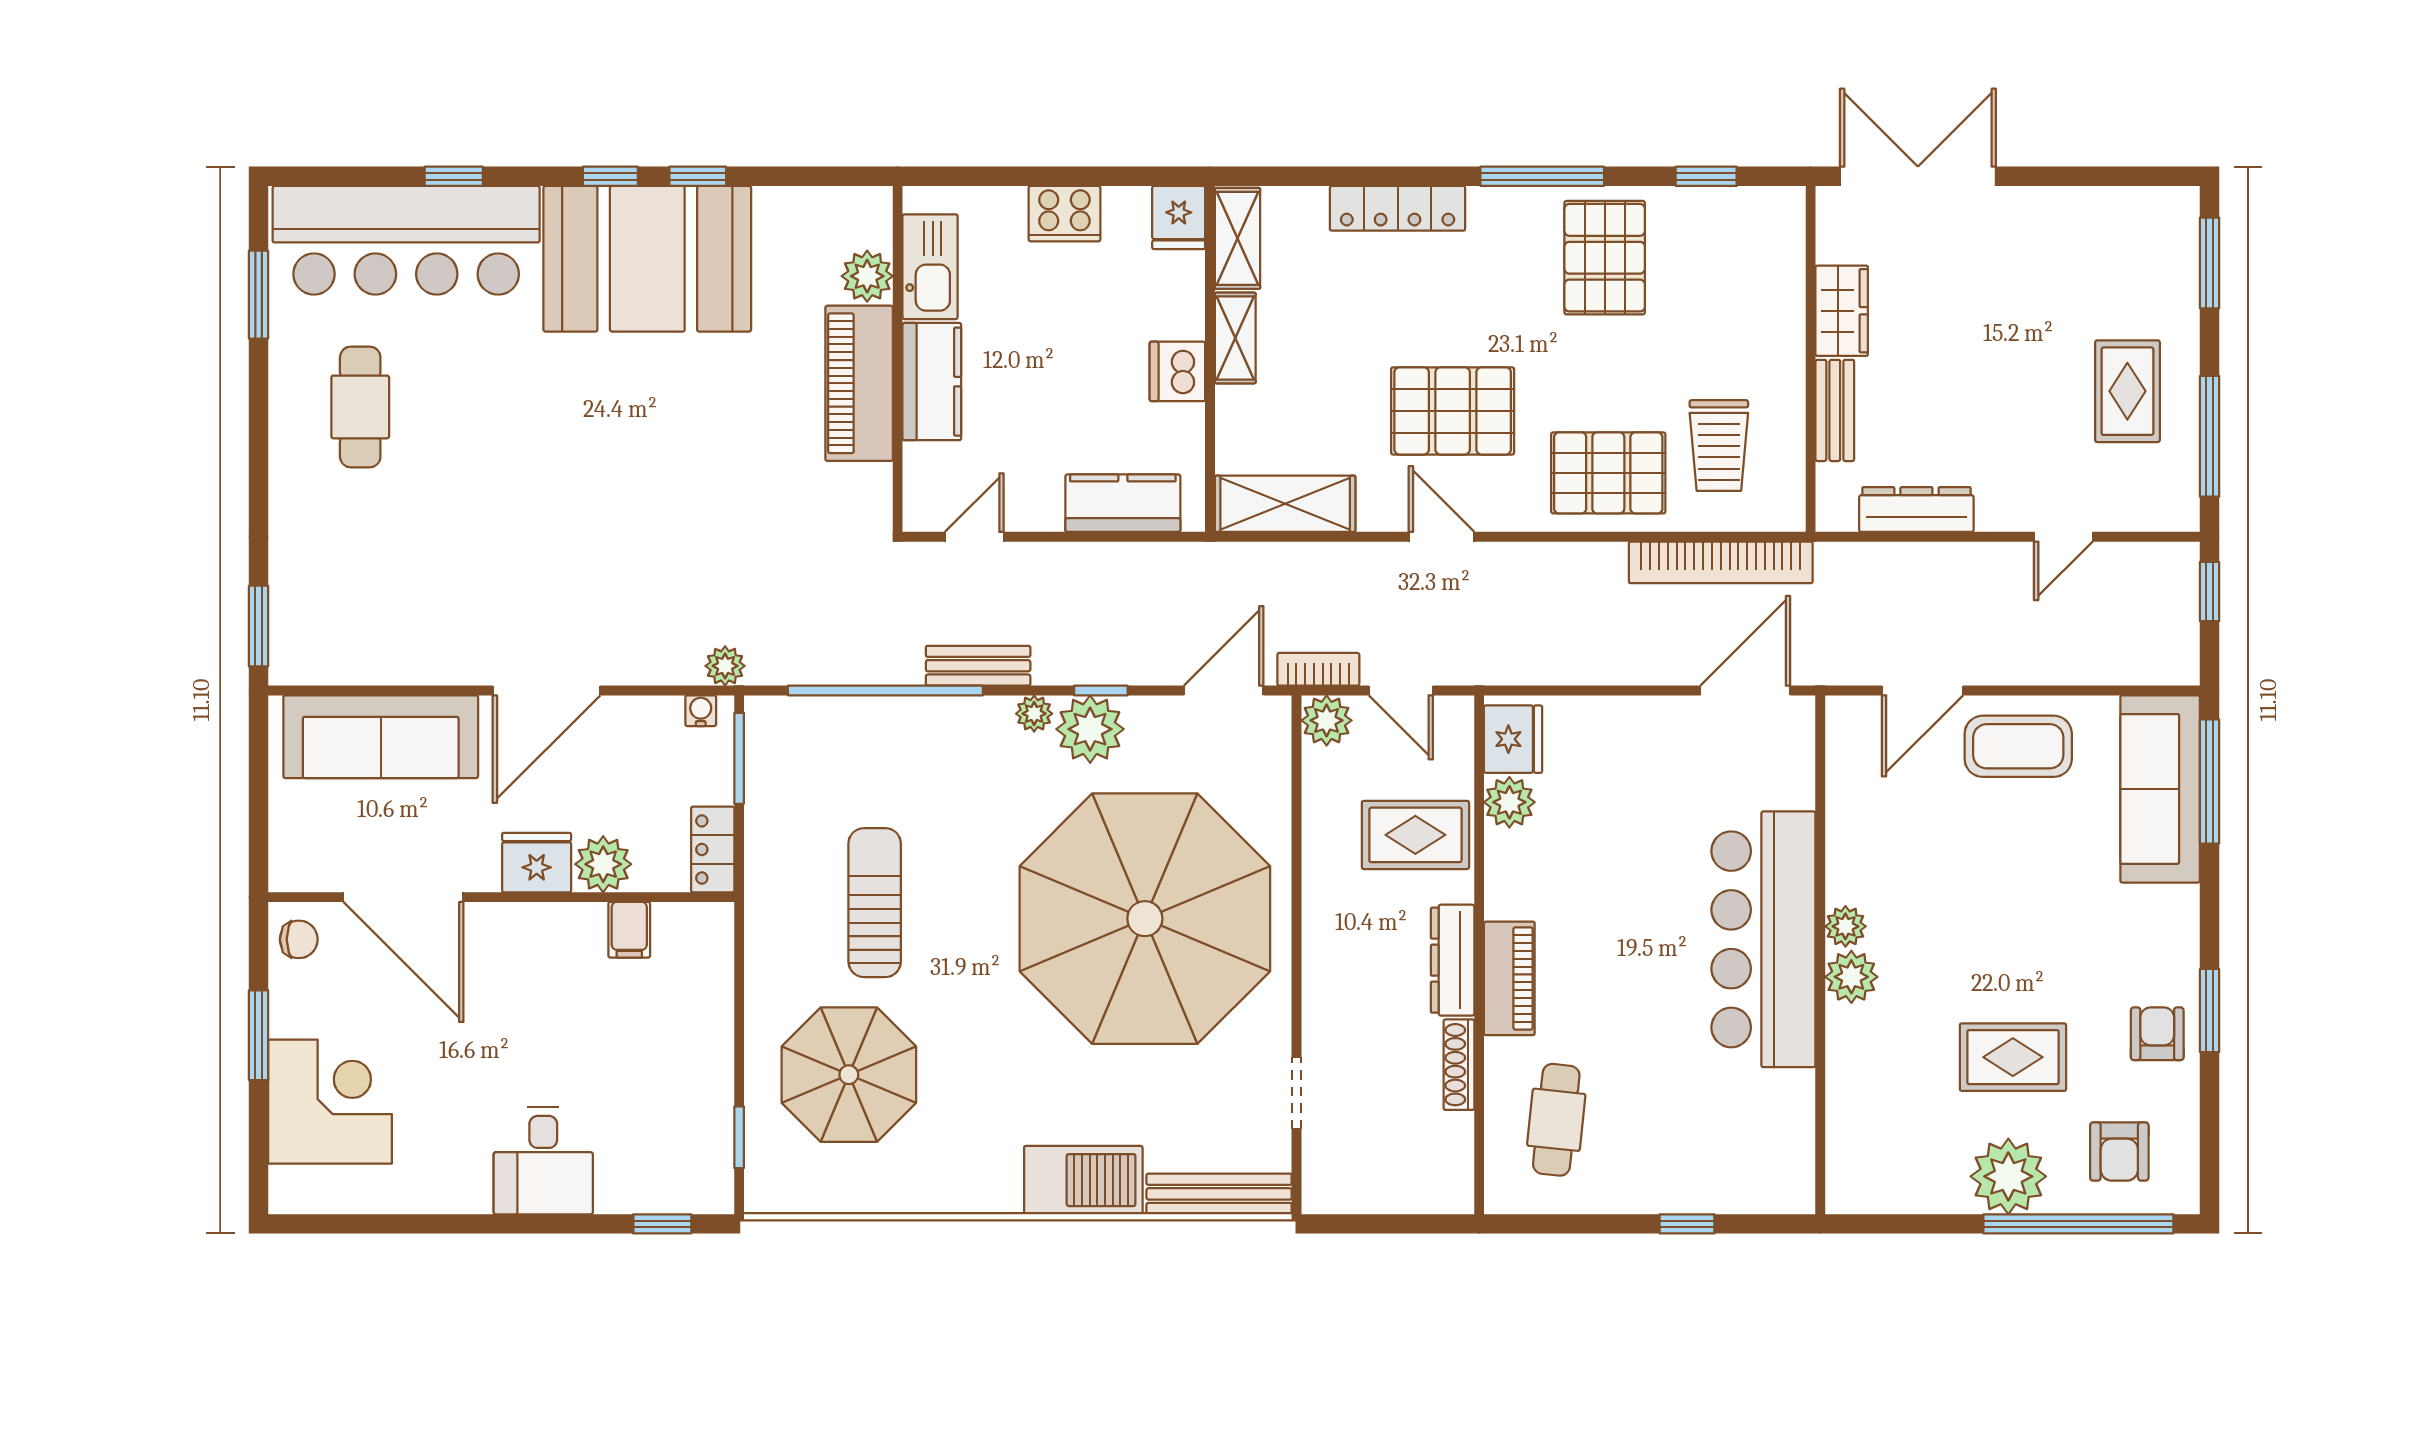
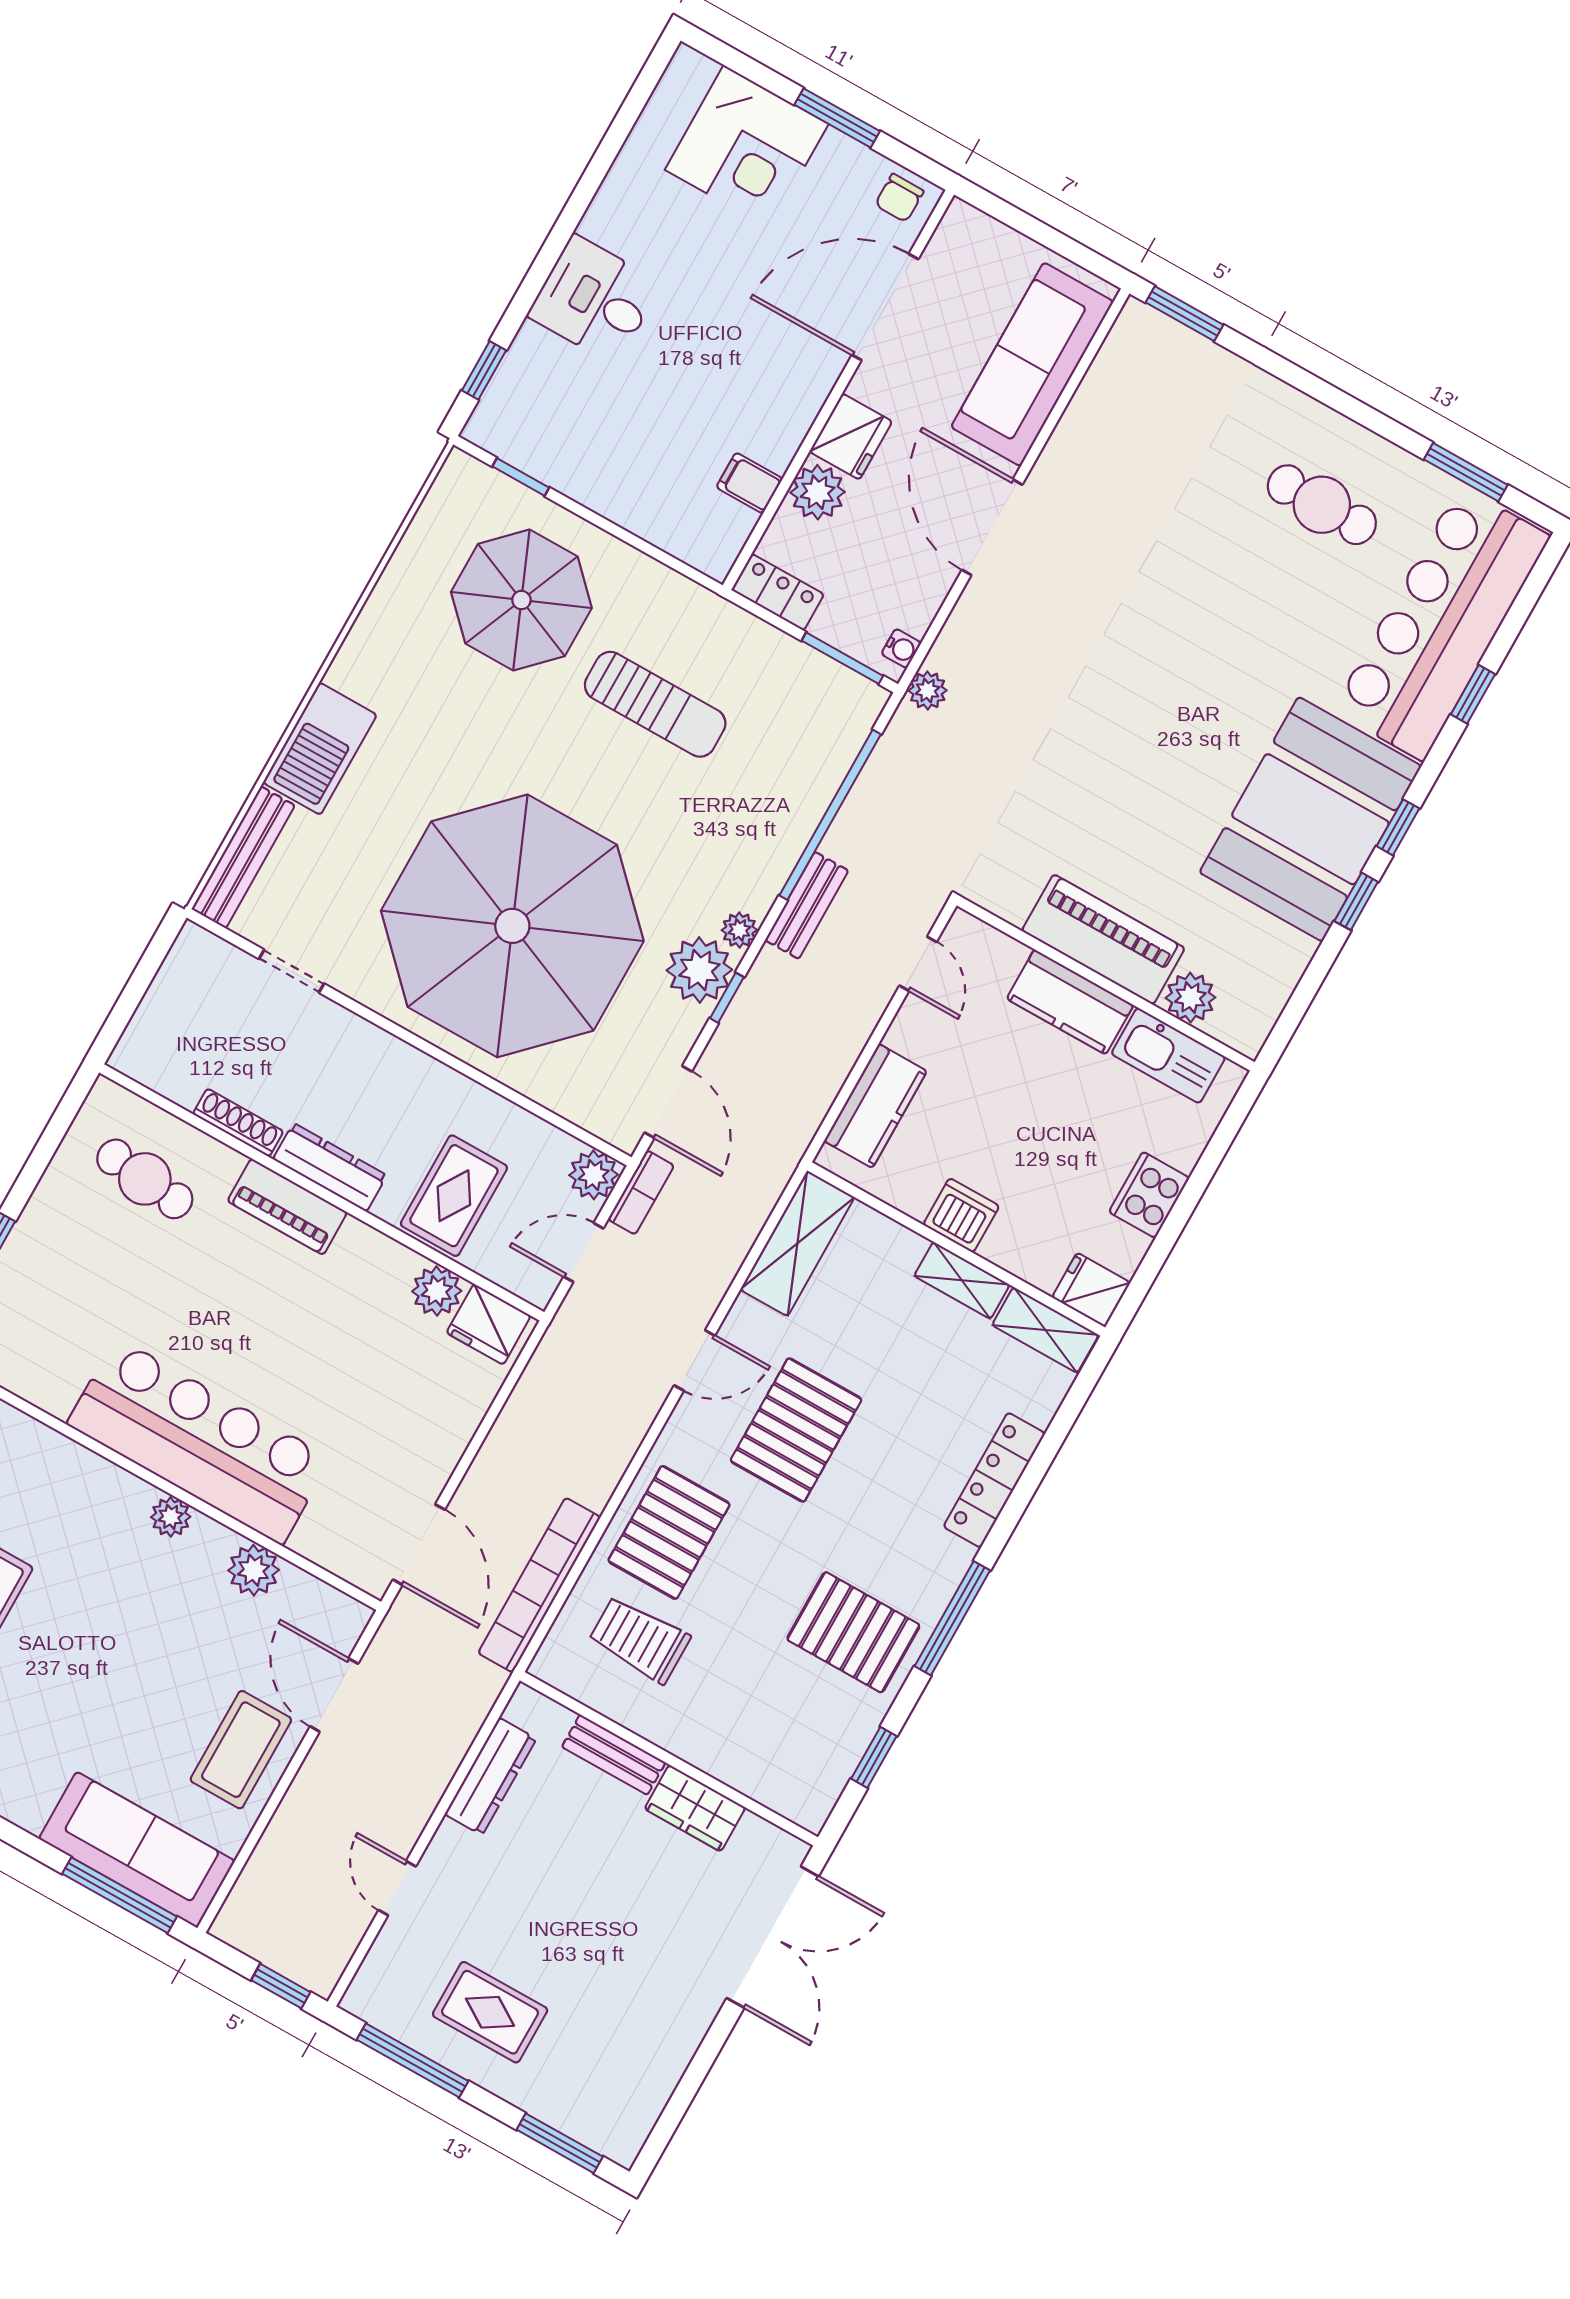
plant: (1851, 977) -> (254, 1570), moved

